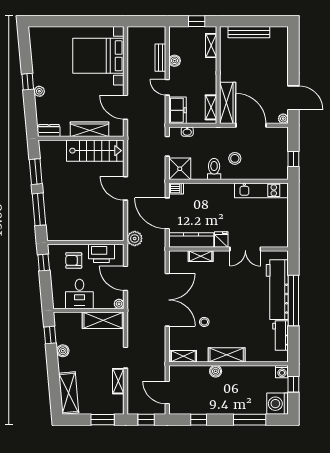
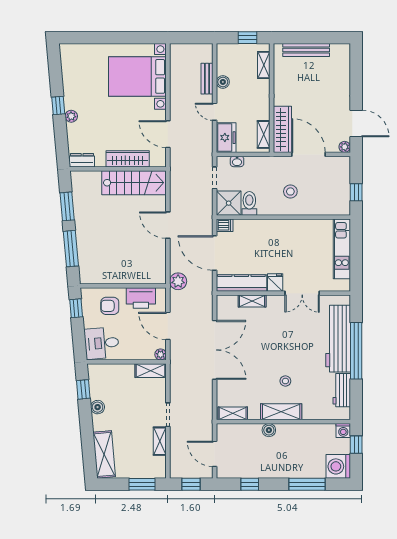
toilet: (214, 169) -> (249, 203), moved
kitchen unit: (261, 190) -> (342, 249), moved, turned 90
desk: (79, 294) -> (102, 343), moved, turned 85
shelving: (103, 320) -> (151, 371), width x0.67, depth x0.75
stool: (204, 322) -> (285, 381), moved

